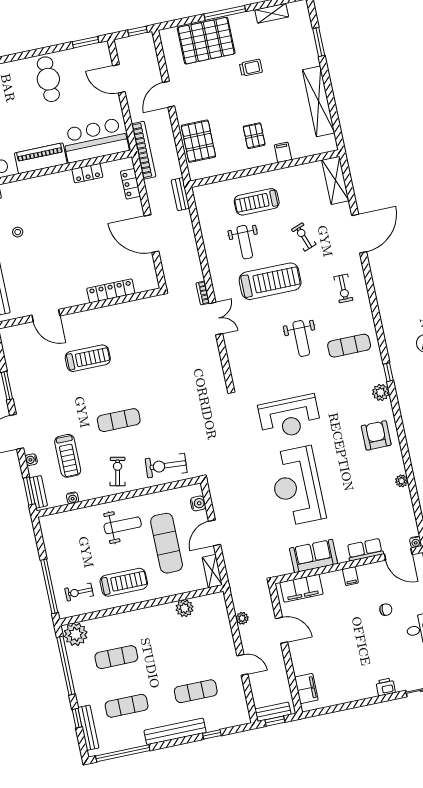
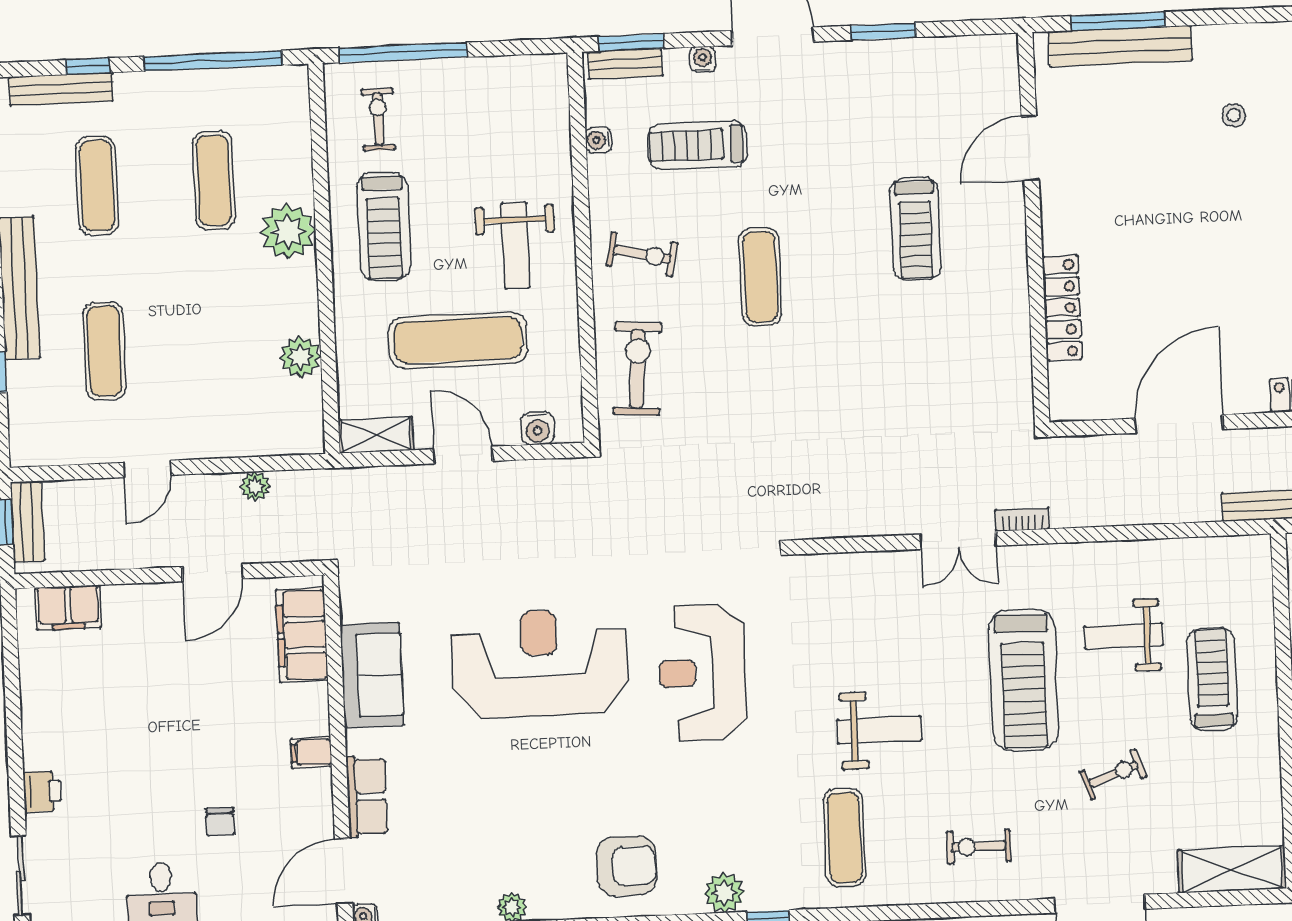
weight bench: (301, 338) -> (879, 730), turned 180
plant: (76, 634) -> (288, 231), moved

